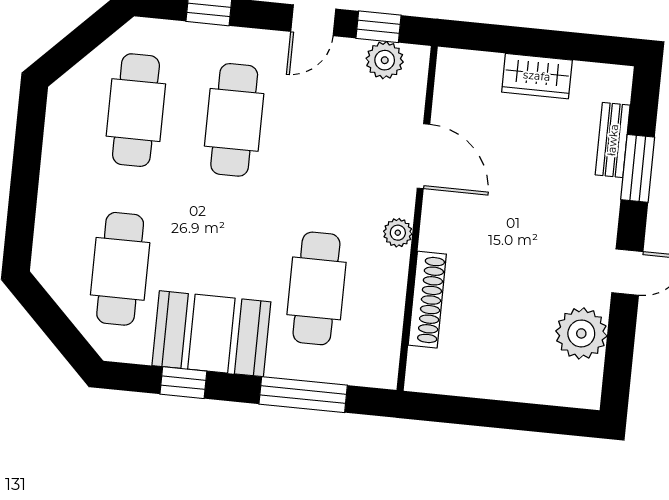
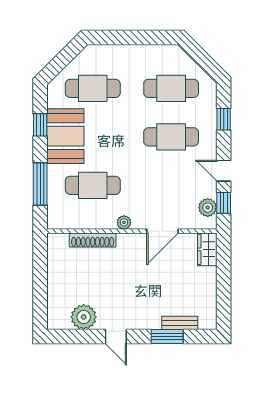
wardrobe: (537, 76) -> (207, 249), moved

